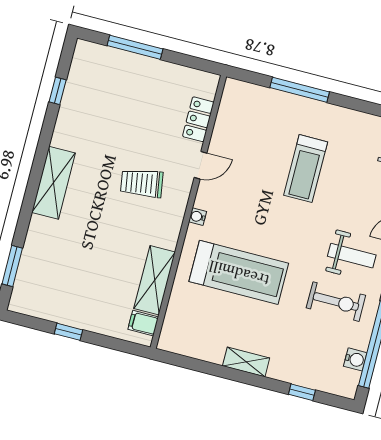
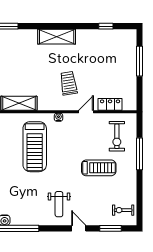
door: (200, 165) -> (86, 112), swing flipped
treadmill: (306, 169) -> (99, 168), turned 180
exercise bike: (336, 302) -> (117, 136), moved

